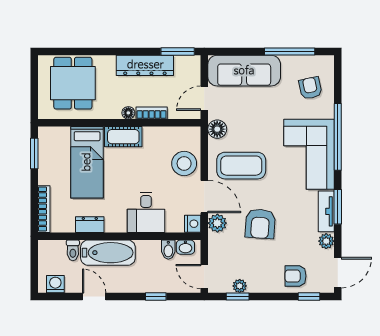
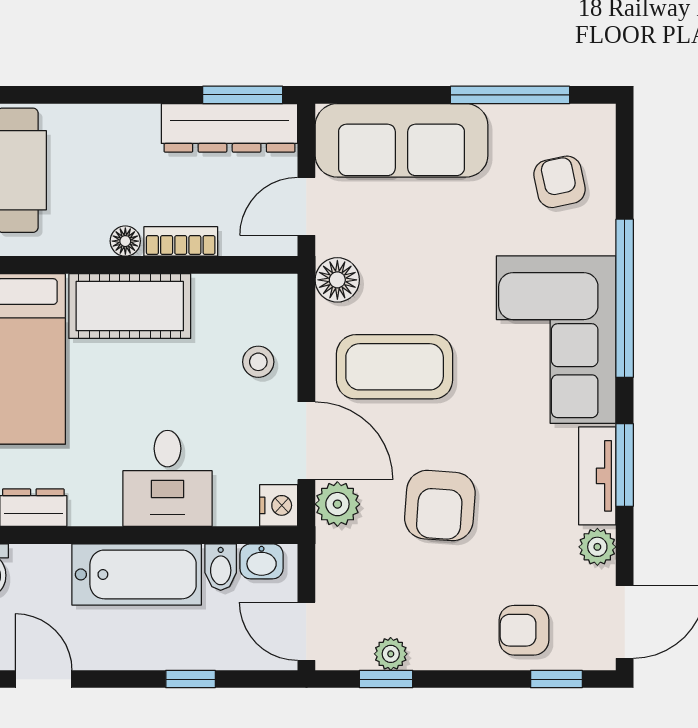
dresser: (145, 65) -> (230, 128), moved
cot: (123, 137) -> (130, 306), width x1.37, depth x1.34
stool: (184, 163) -> (258, 362), width x0.53, depth x0.53
bathtub: (108, 253) -> (137, 574), moved

